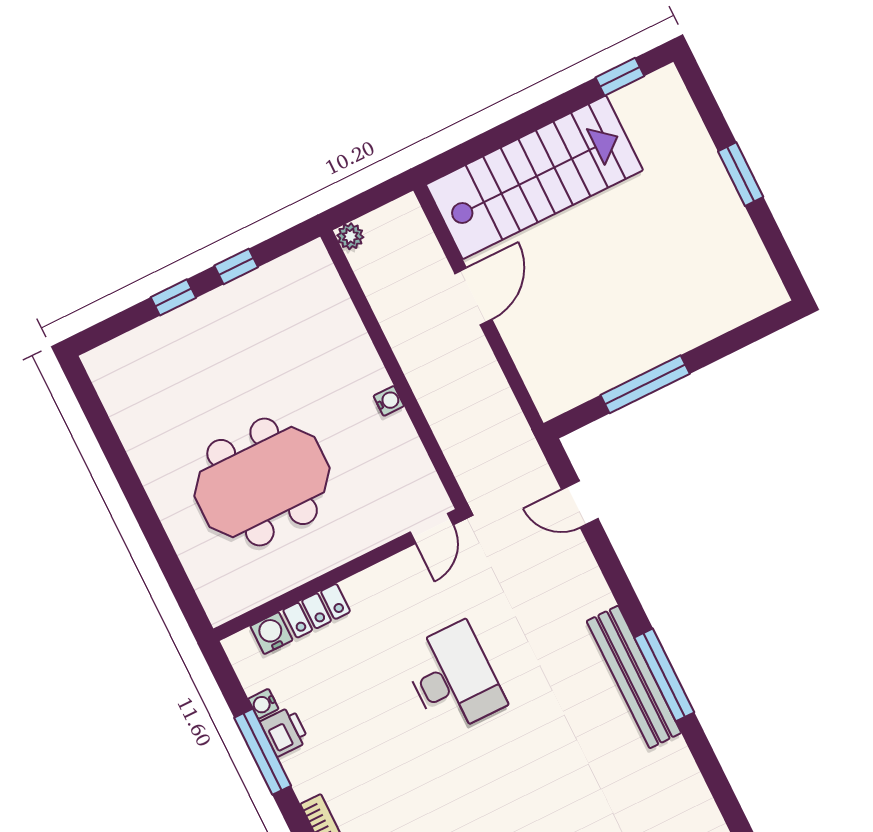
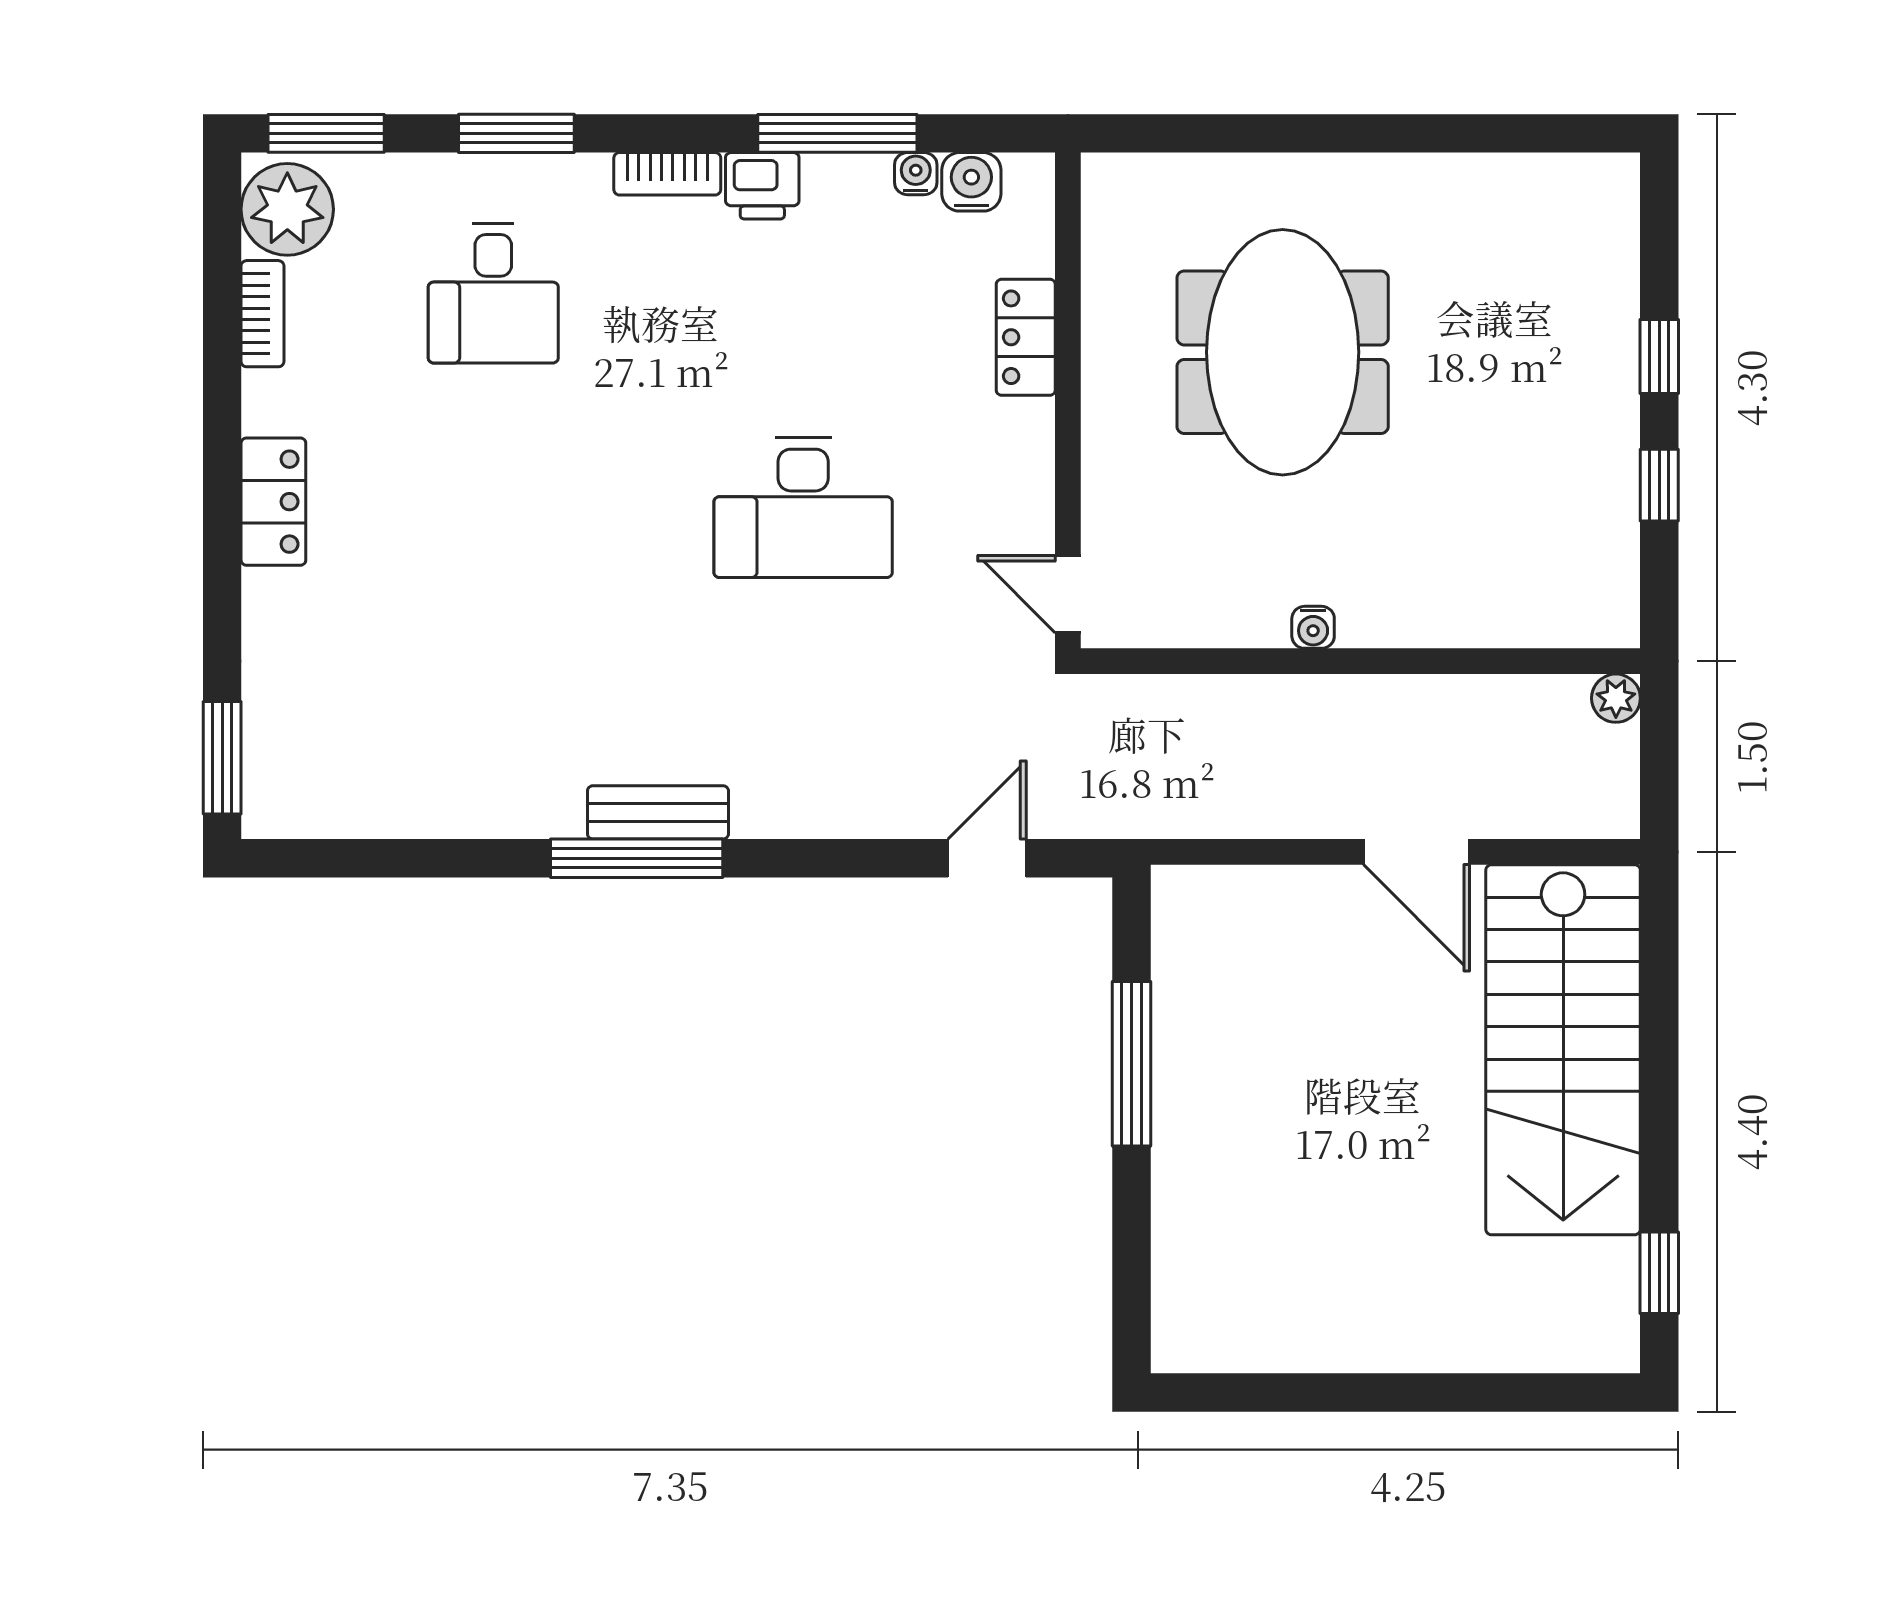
window: (741, 174) -> (1400, 1392), removed
water cooler: (271, 633) -> (971, 182), moved, turned -90
bench: (634, 677) -> (658, 812), width x0.54, depth x0.82
printer: (284, 732) -> (762, 186), moved

